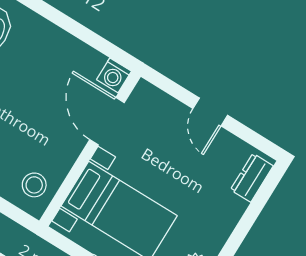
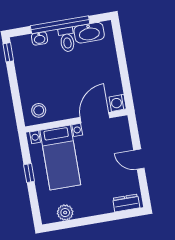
door: (210, 112) -> (139, 159), hinge flipped

